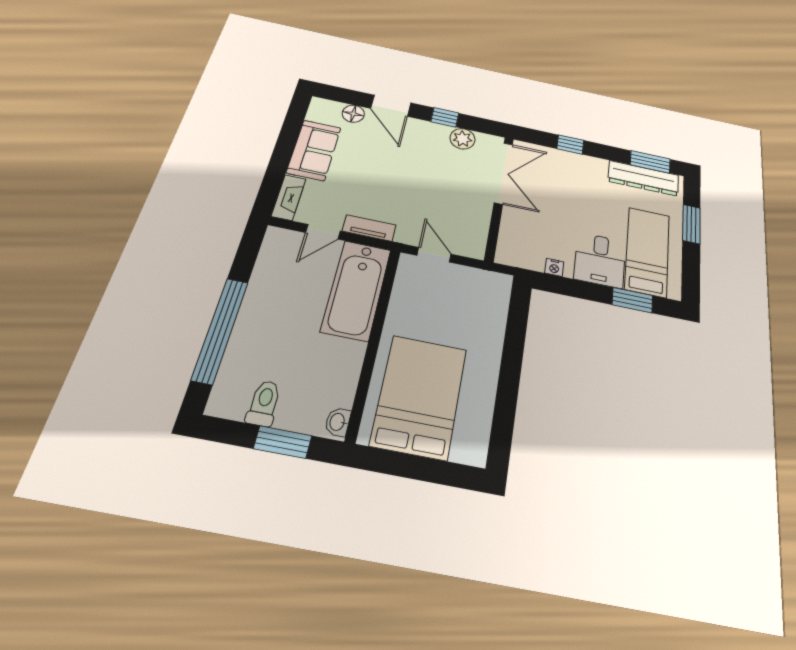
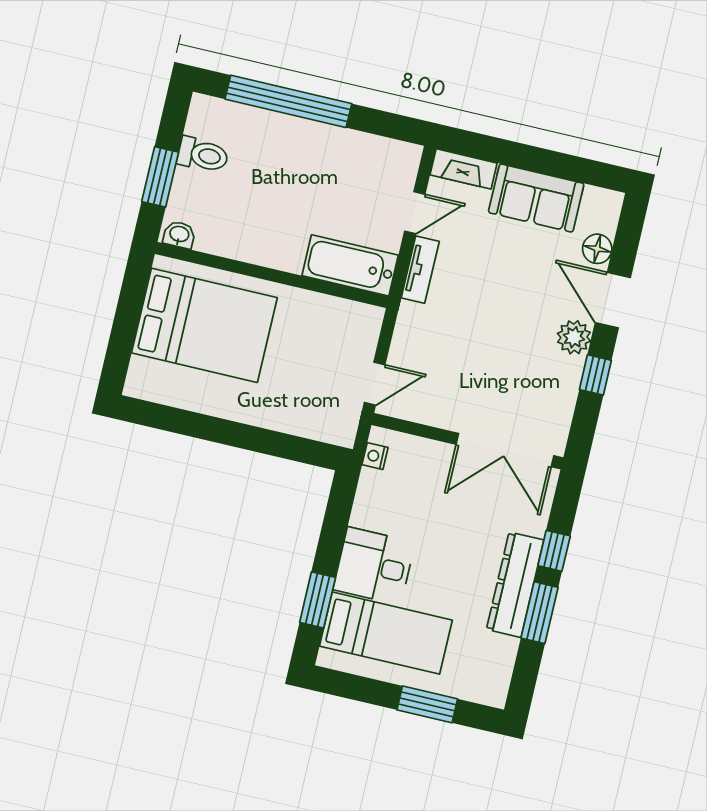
door: (391, 106) -> (613, 300), hinge flipped
plant: (463, 139) -> (574, 337), moved
window: (650, 162) -> (540, 613), moved
dresser: (643, 178) -> (515, 585), moved
door: (323, 232) -> (415, 213), swing flipped
door: (434, 255) -> (375, 384), moved
nightstand: (554, 267) -> (375, 456), moved
bathtub: (356, 290) -> (350, 265), width x0.73, depth x0.73

